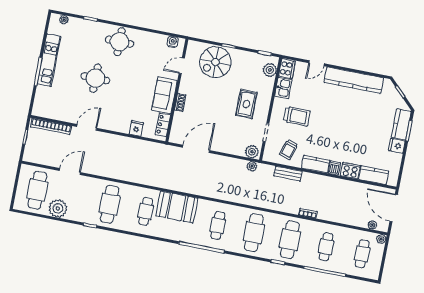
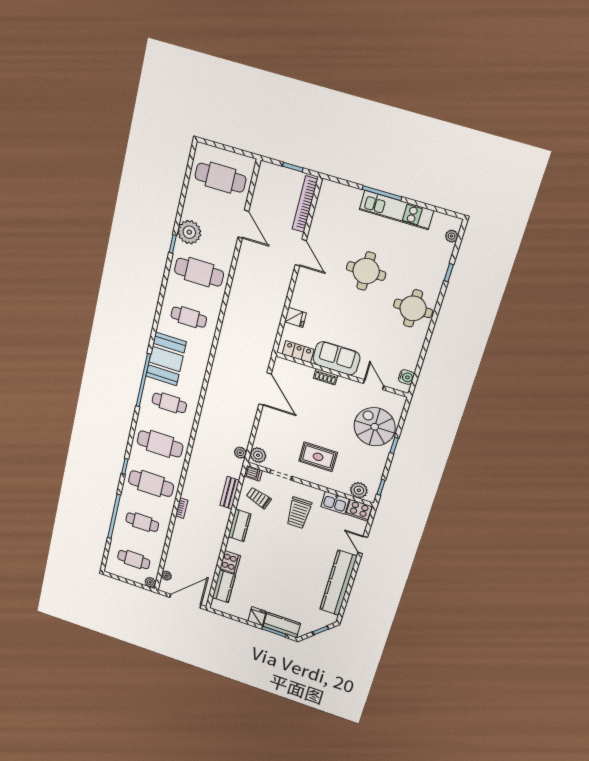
dishwasher: (334, 168) -> (253, 473), moved
booth: (177, 207) -> (166, 359), moved
plant: (58, 208) -> (189, 232), moved

